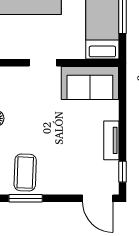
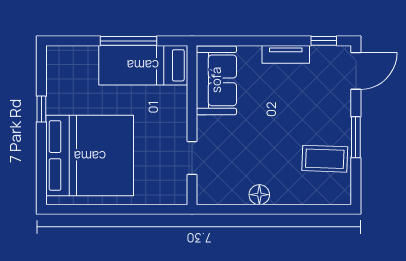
doorway: (43, 63) -> (192, 158), moved
window: (26, 198) -> (356, 137), moved

